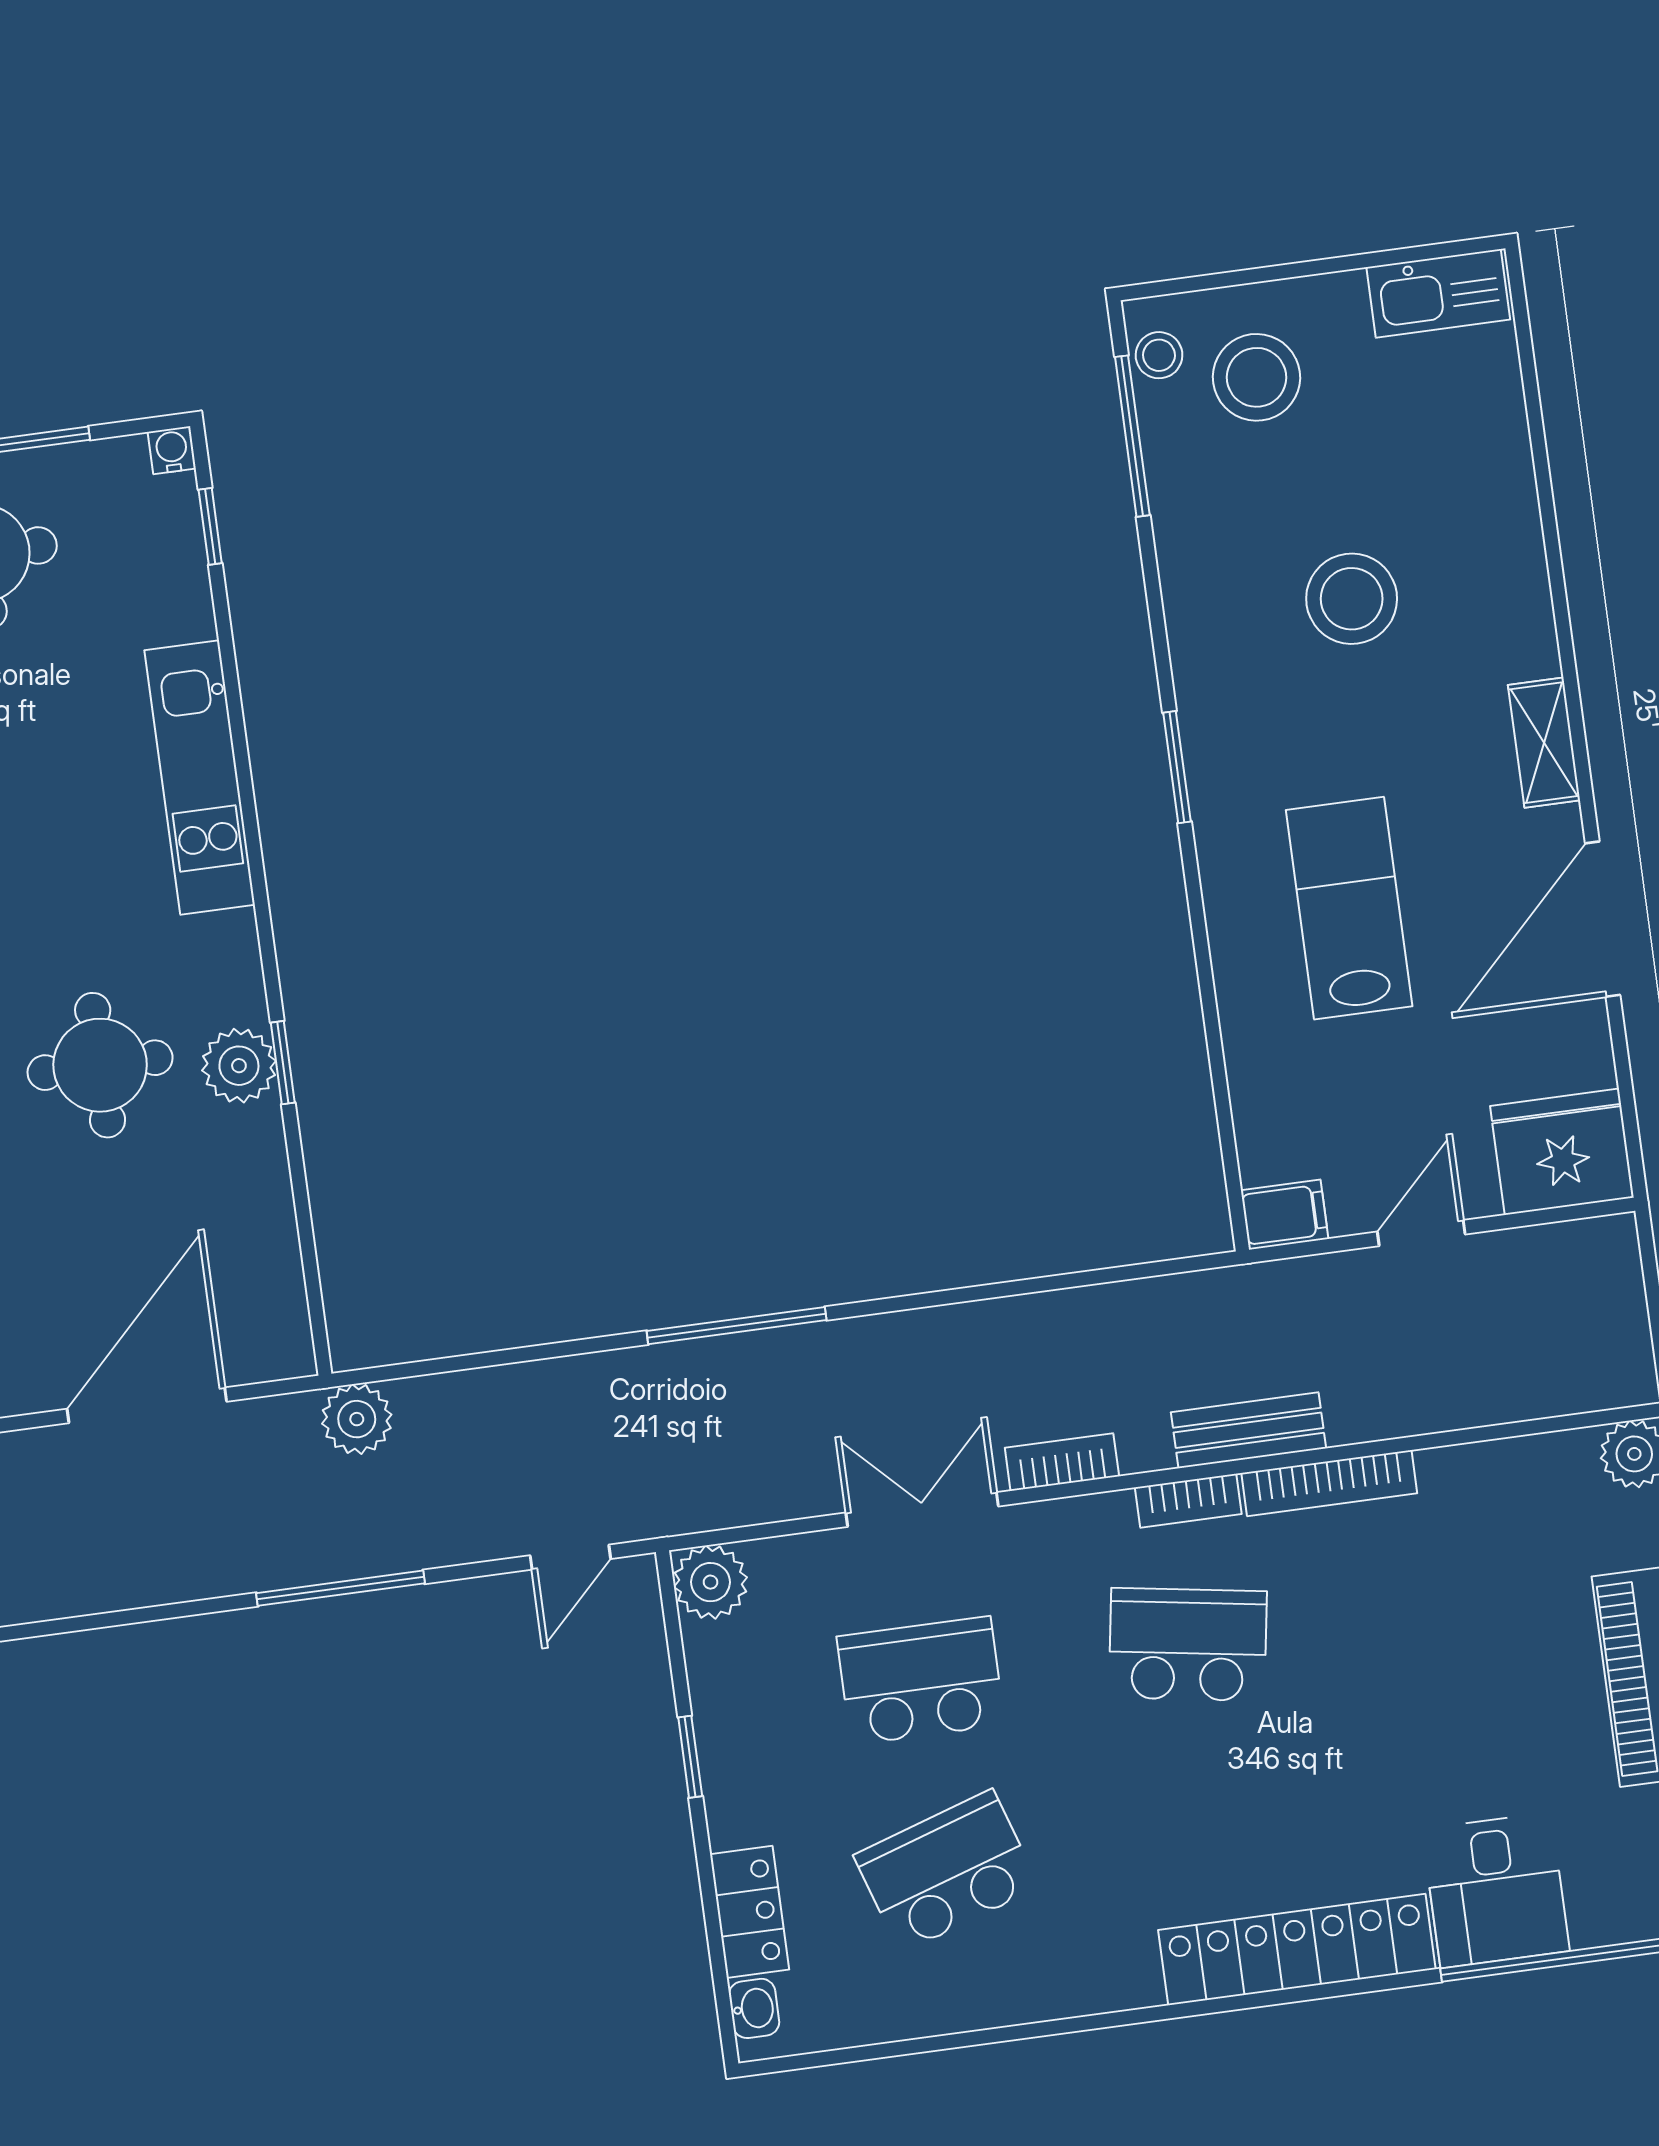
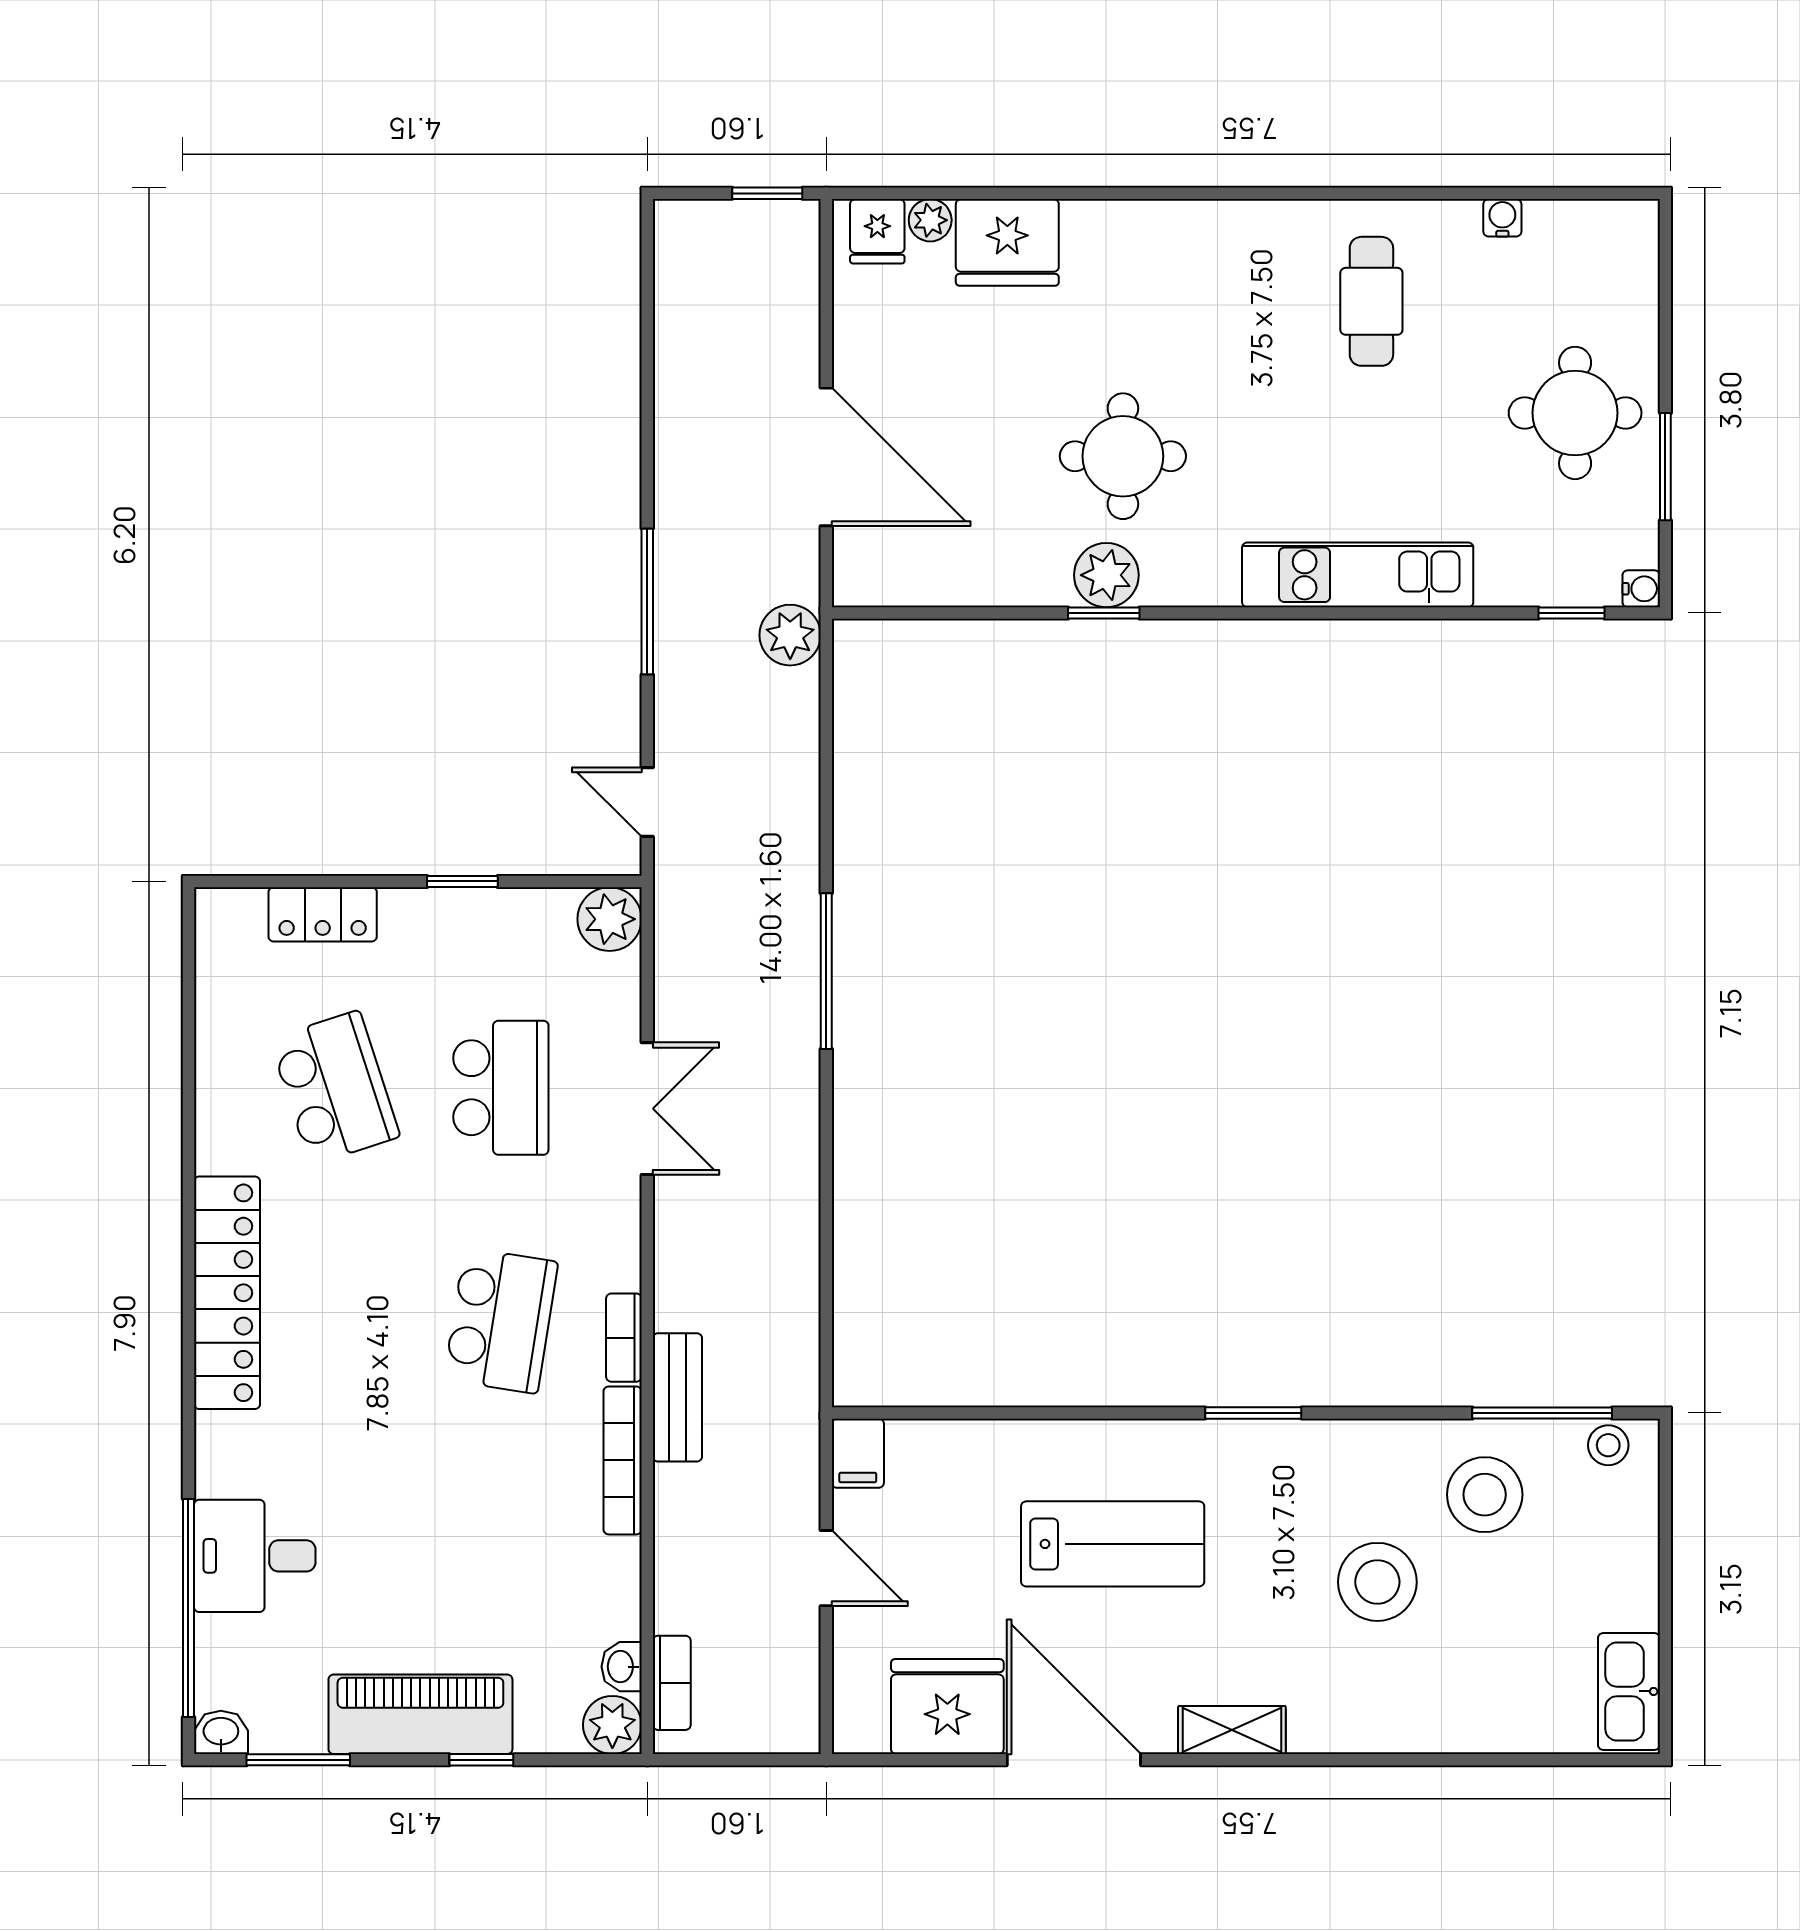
stool: (1257, 377) -> (1485, 1495), moved
fridge: (1562, 1152) -> (947, 1707), moved, turned -90
bookcase: (1062, 1462) -> (672, 1683), moved
locker: (1297, 1950) -> (227, 1293), moved
washbasin: (754, 2008) -> (622, 1667), moved, turned 90

